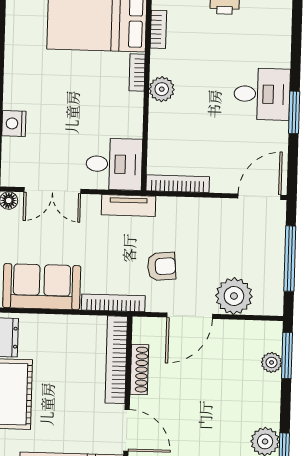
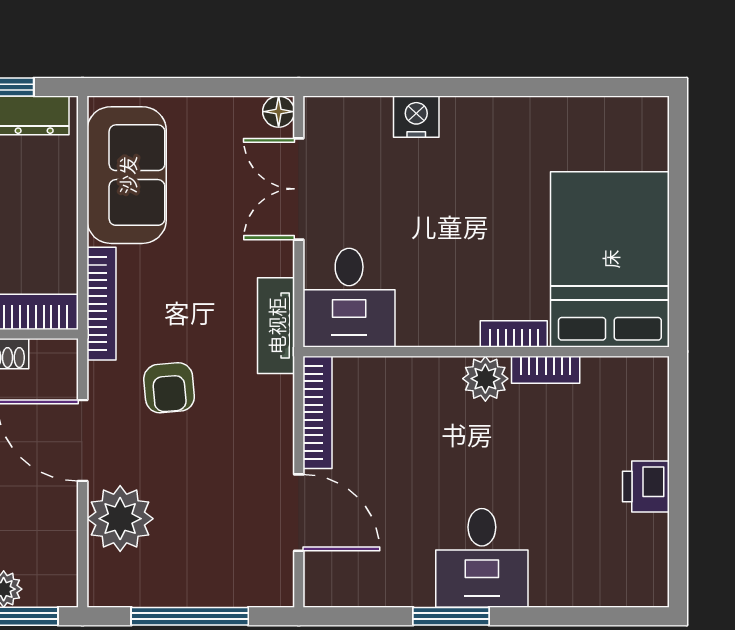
bookcase: (158, 29) -> (546, 370), moved
door: (259, 197) -> (299, 513), moved

